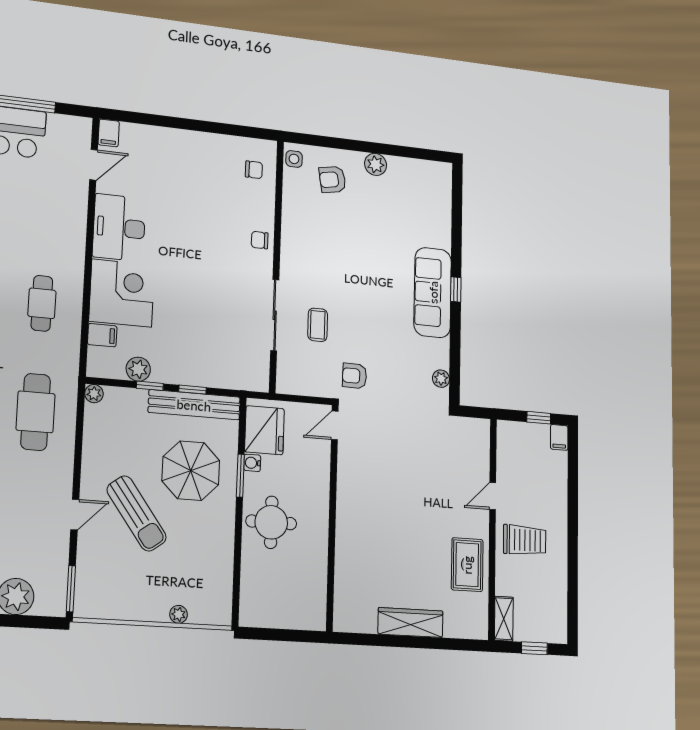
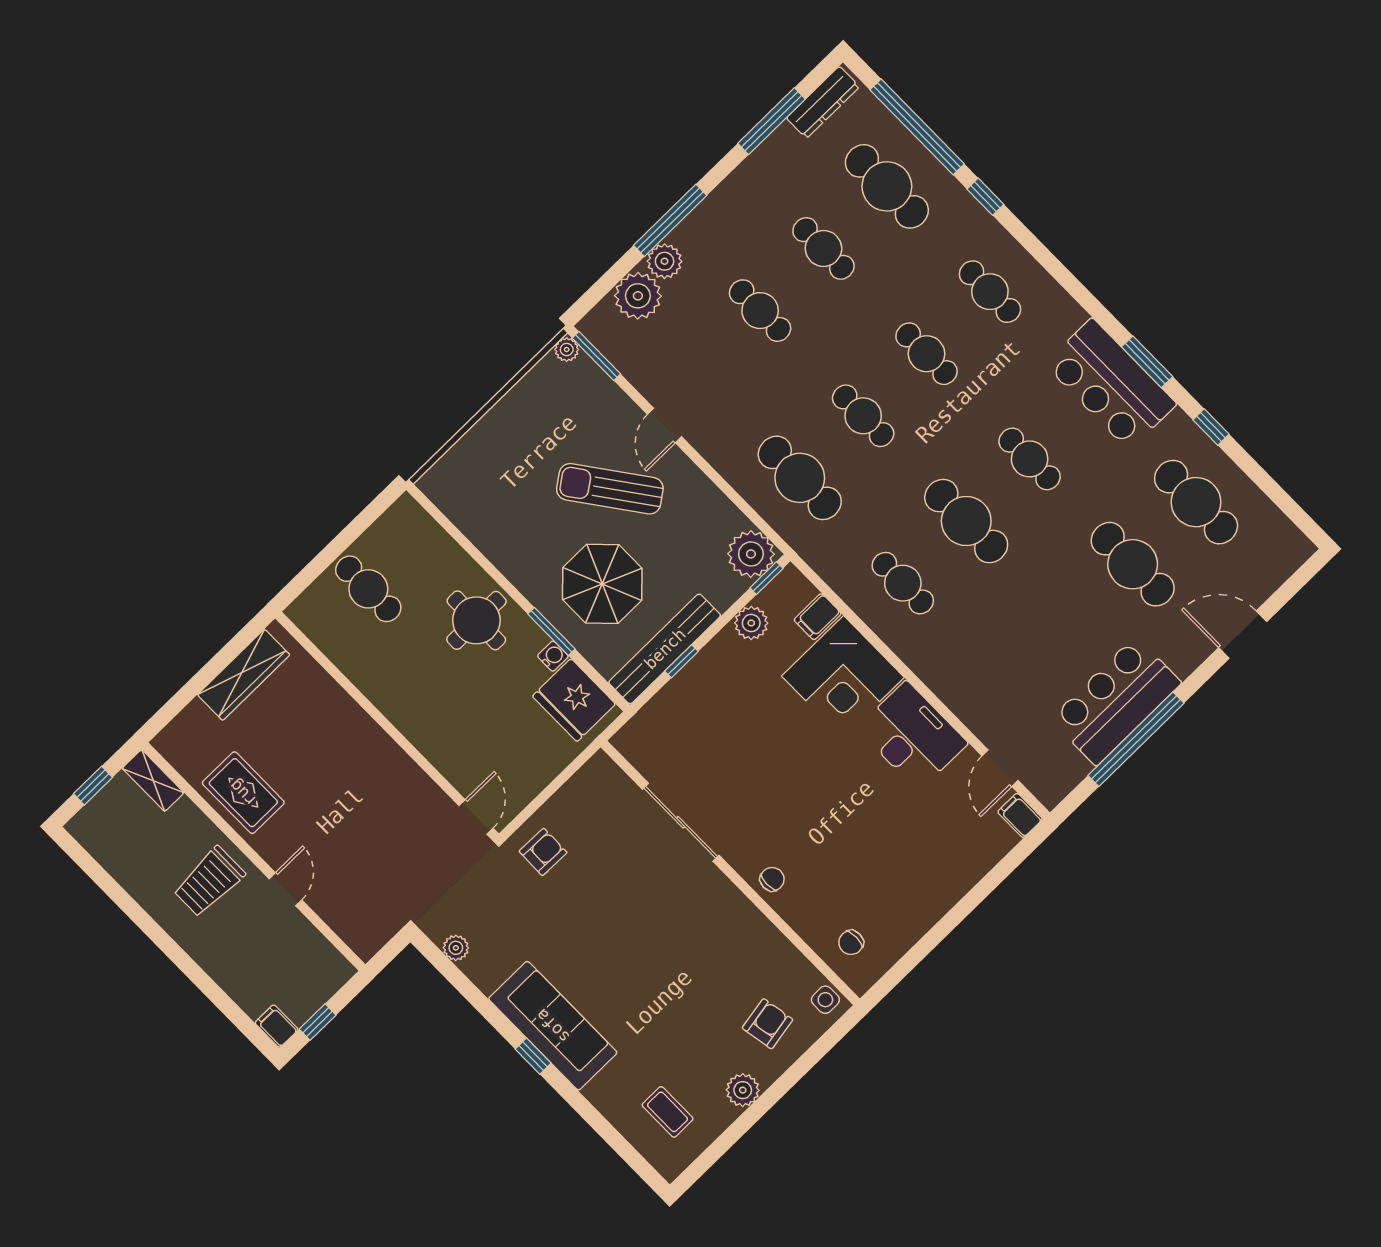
coffee table: (318, 325) -> (668, 1112), moved
window: (150, 386) -> (766, 578), moved
plant: (94, 394) -> (751, 554), width x1.88, depth x1.88
door: (335, 425) -> (476, 817), moved
wall: (332, 517) -> (387, 726), moved
cafe table: (308, 597) -> (368, 589), added
plant: (179, 614) -> (567, 350), moved

